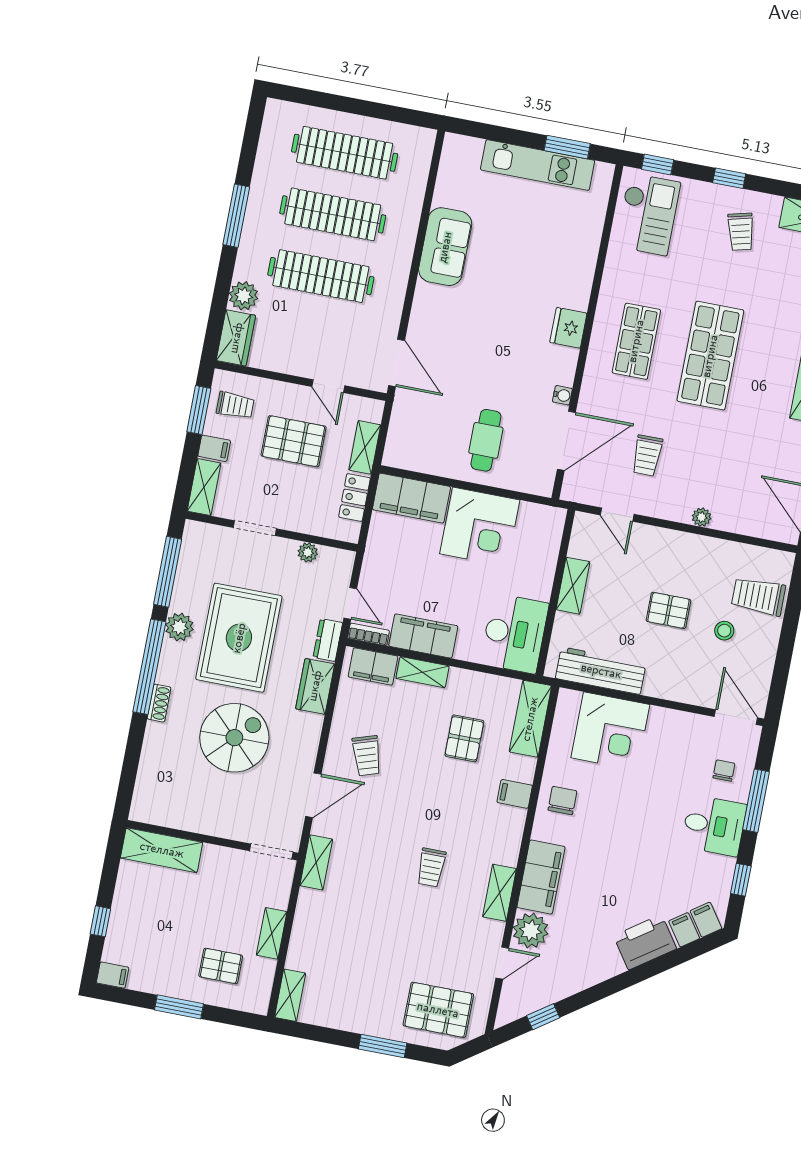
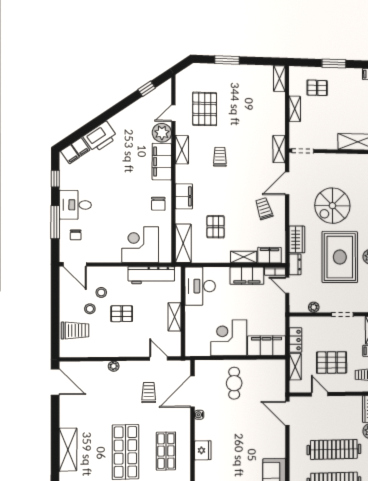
stool: (698, 657) -> (101, 292), added
filing cabinet: (515, 794) -> (184, 196), width x2.00
pallet: (438, 1010) -> (205, 109), moved, turned 90

